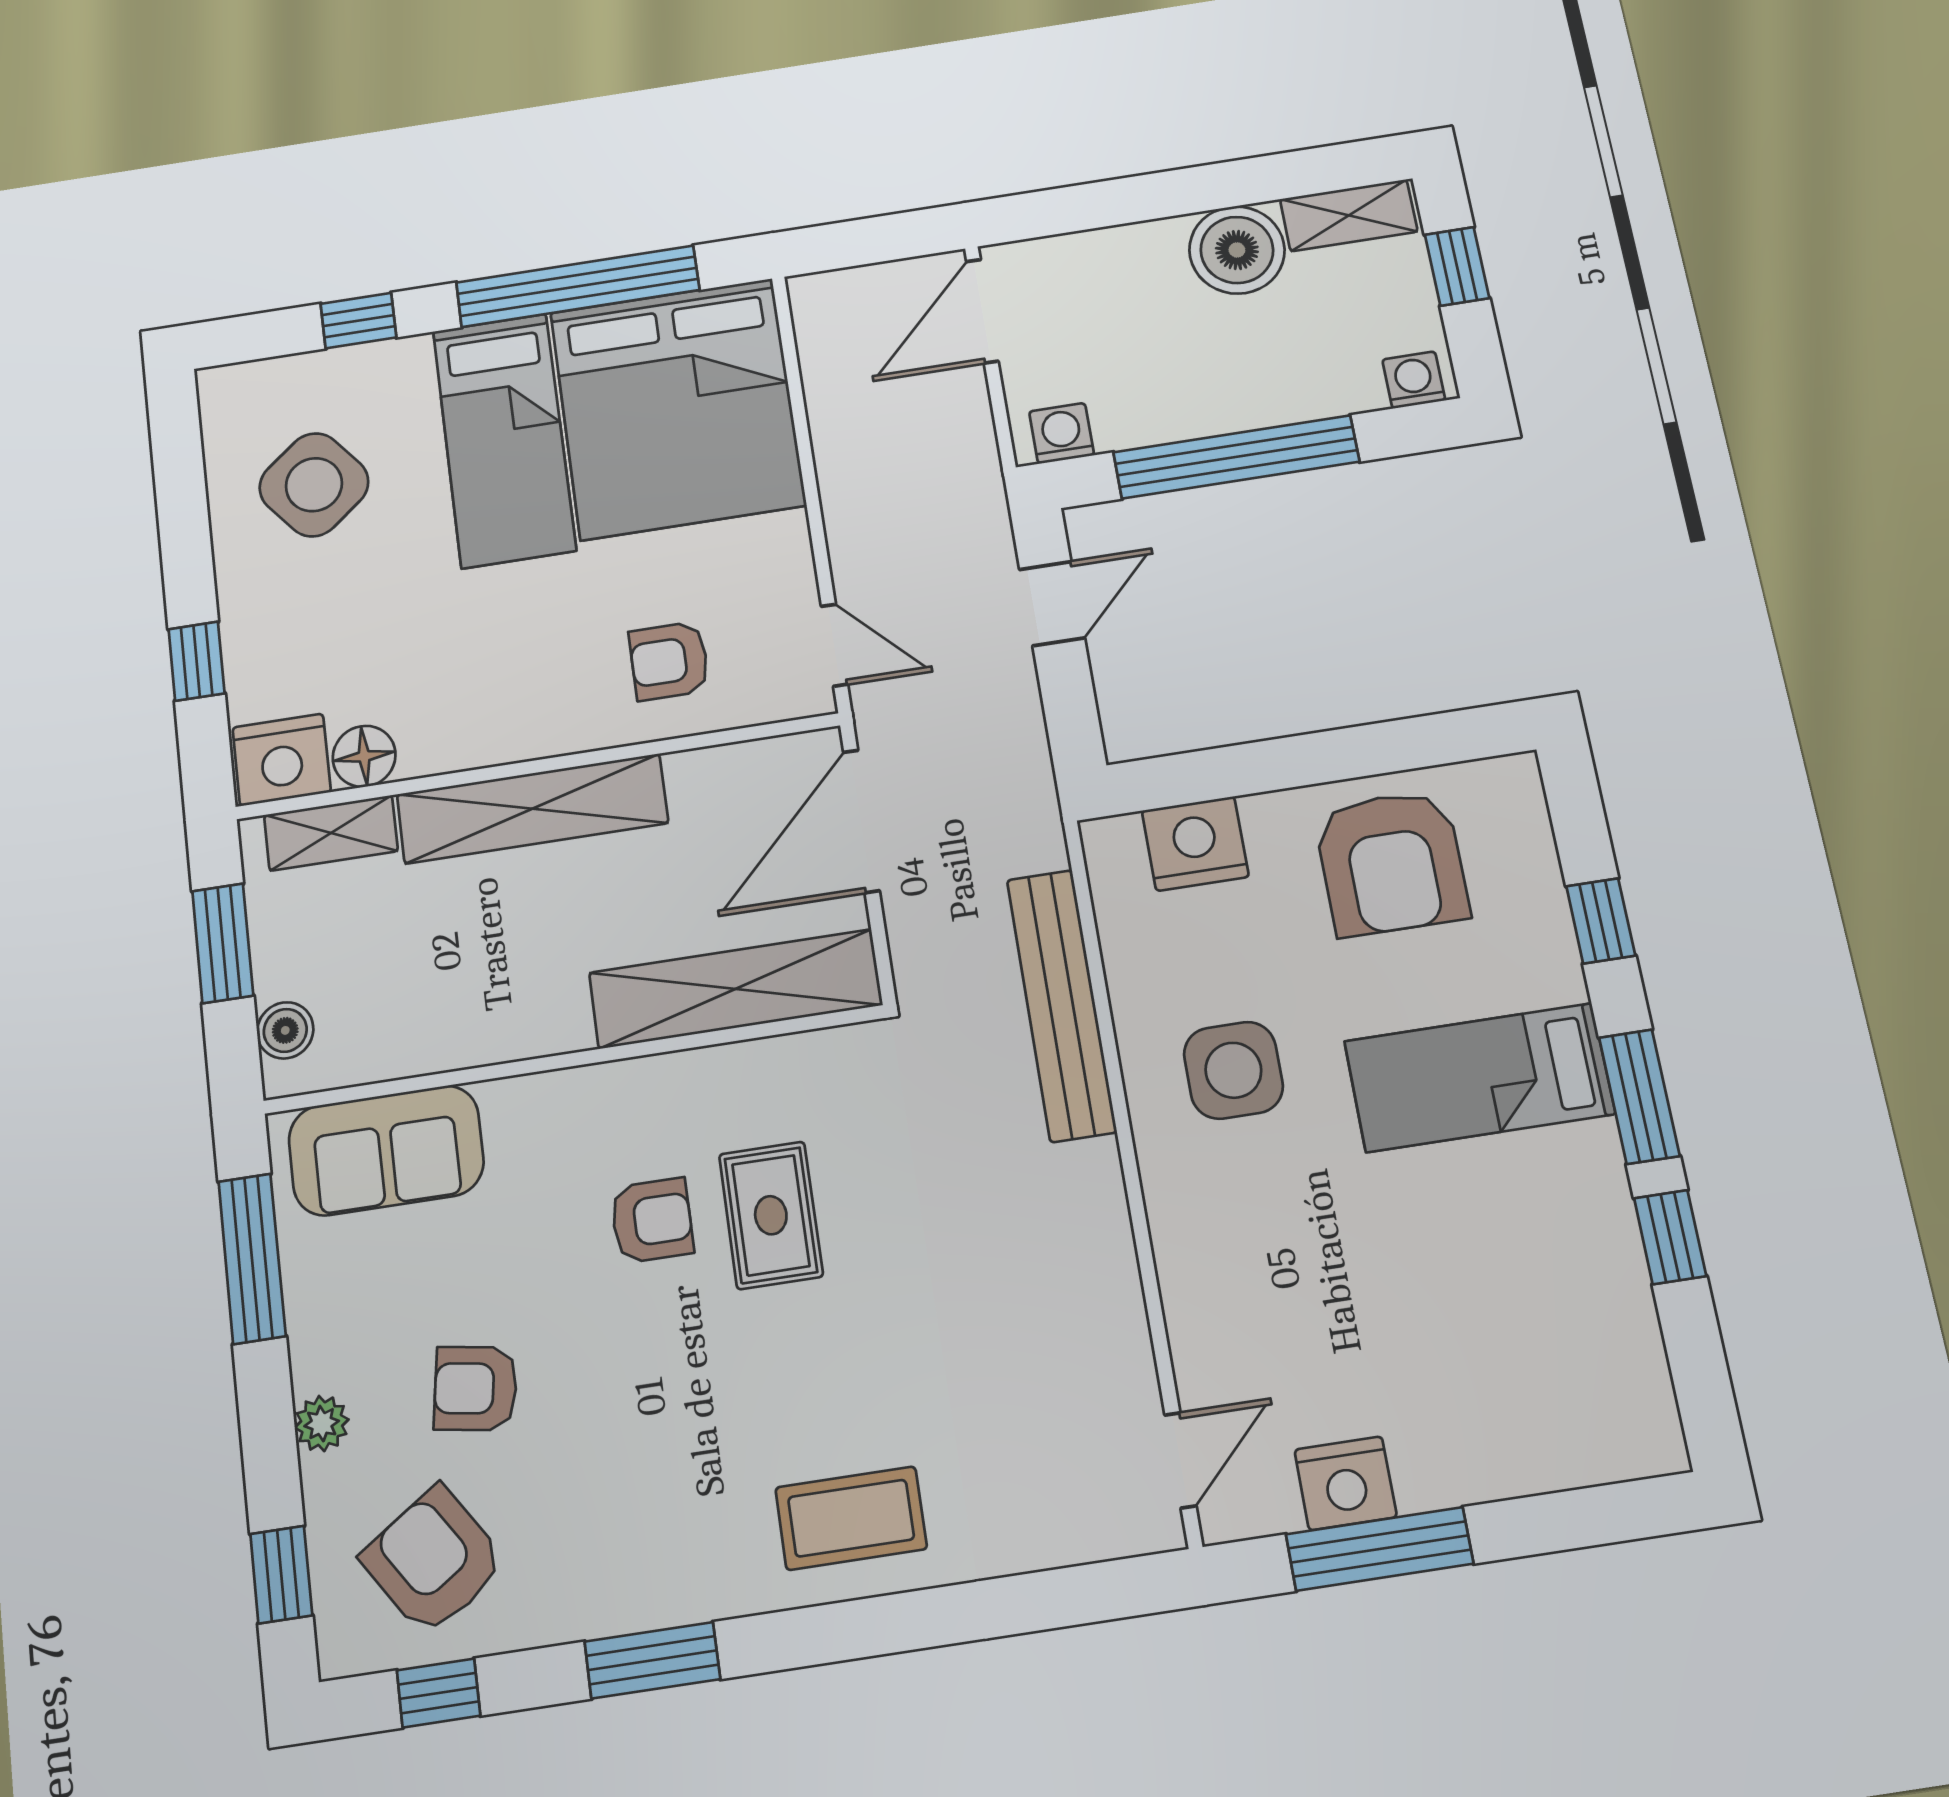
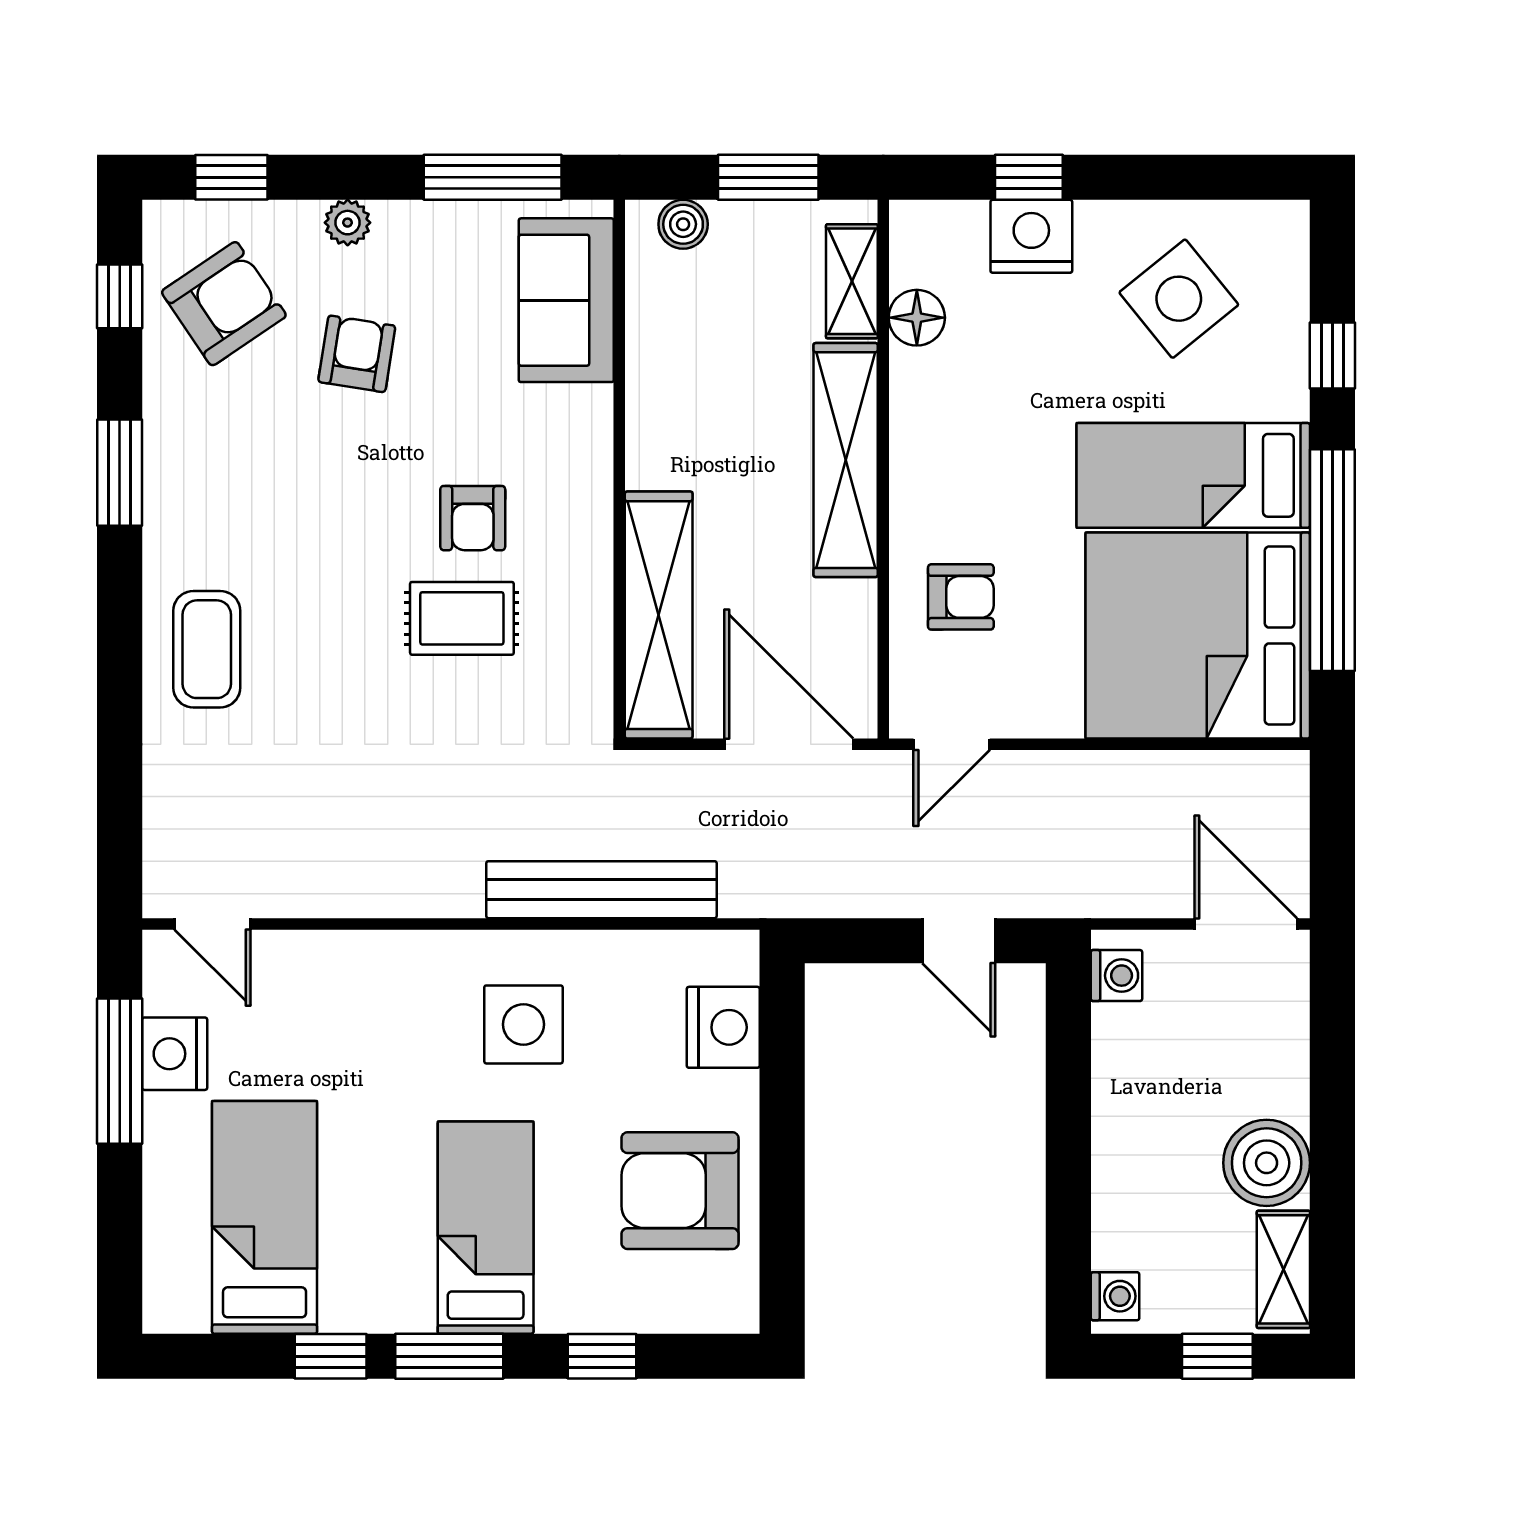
window: (1236, 457) -> (1068, 1126), removed
armchair: (669, 661) -> (961, 597), turned 90
nightstand: (282, 760) -> (1031, 236), moved, turned 90
bed: (1521, 1342) -> (265, 1217), added

